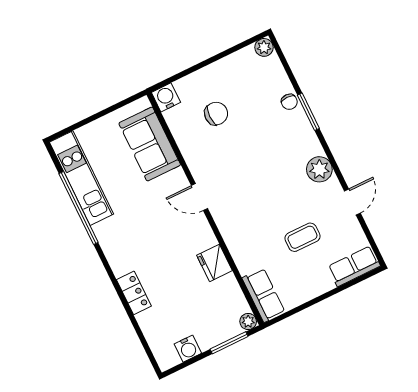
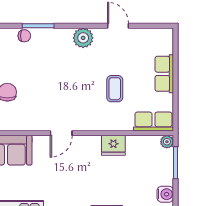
coffee table: (302, 237) -> (115, 89), moved
row of seats: (354, 266) -> (164, 74), moved

